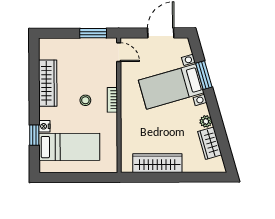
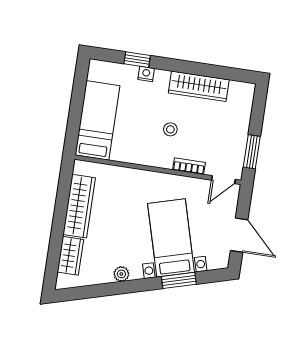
bookcase: (112, 100) -> (189, 166), moved
wardrobe: (210, 143) -> (70, 256), moved, turned 106
bed: (69, 147) -> (97, 120), moved, turned 180

